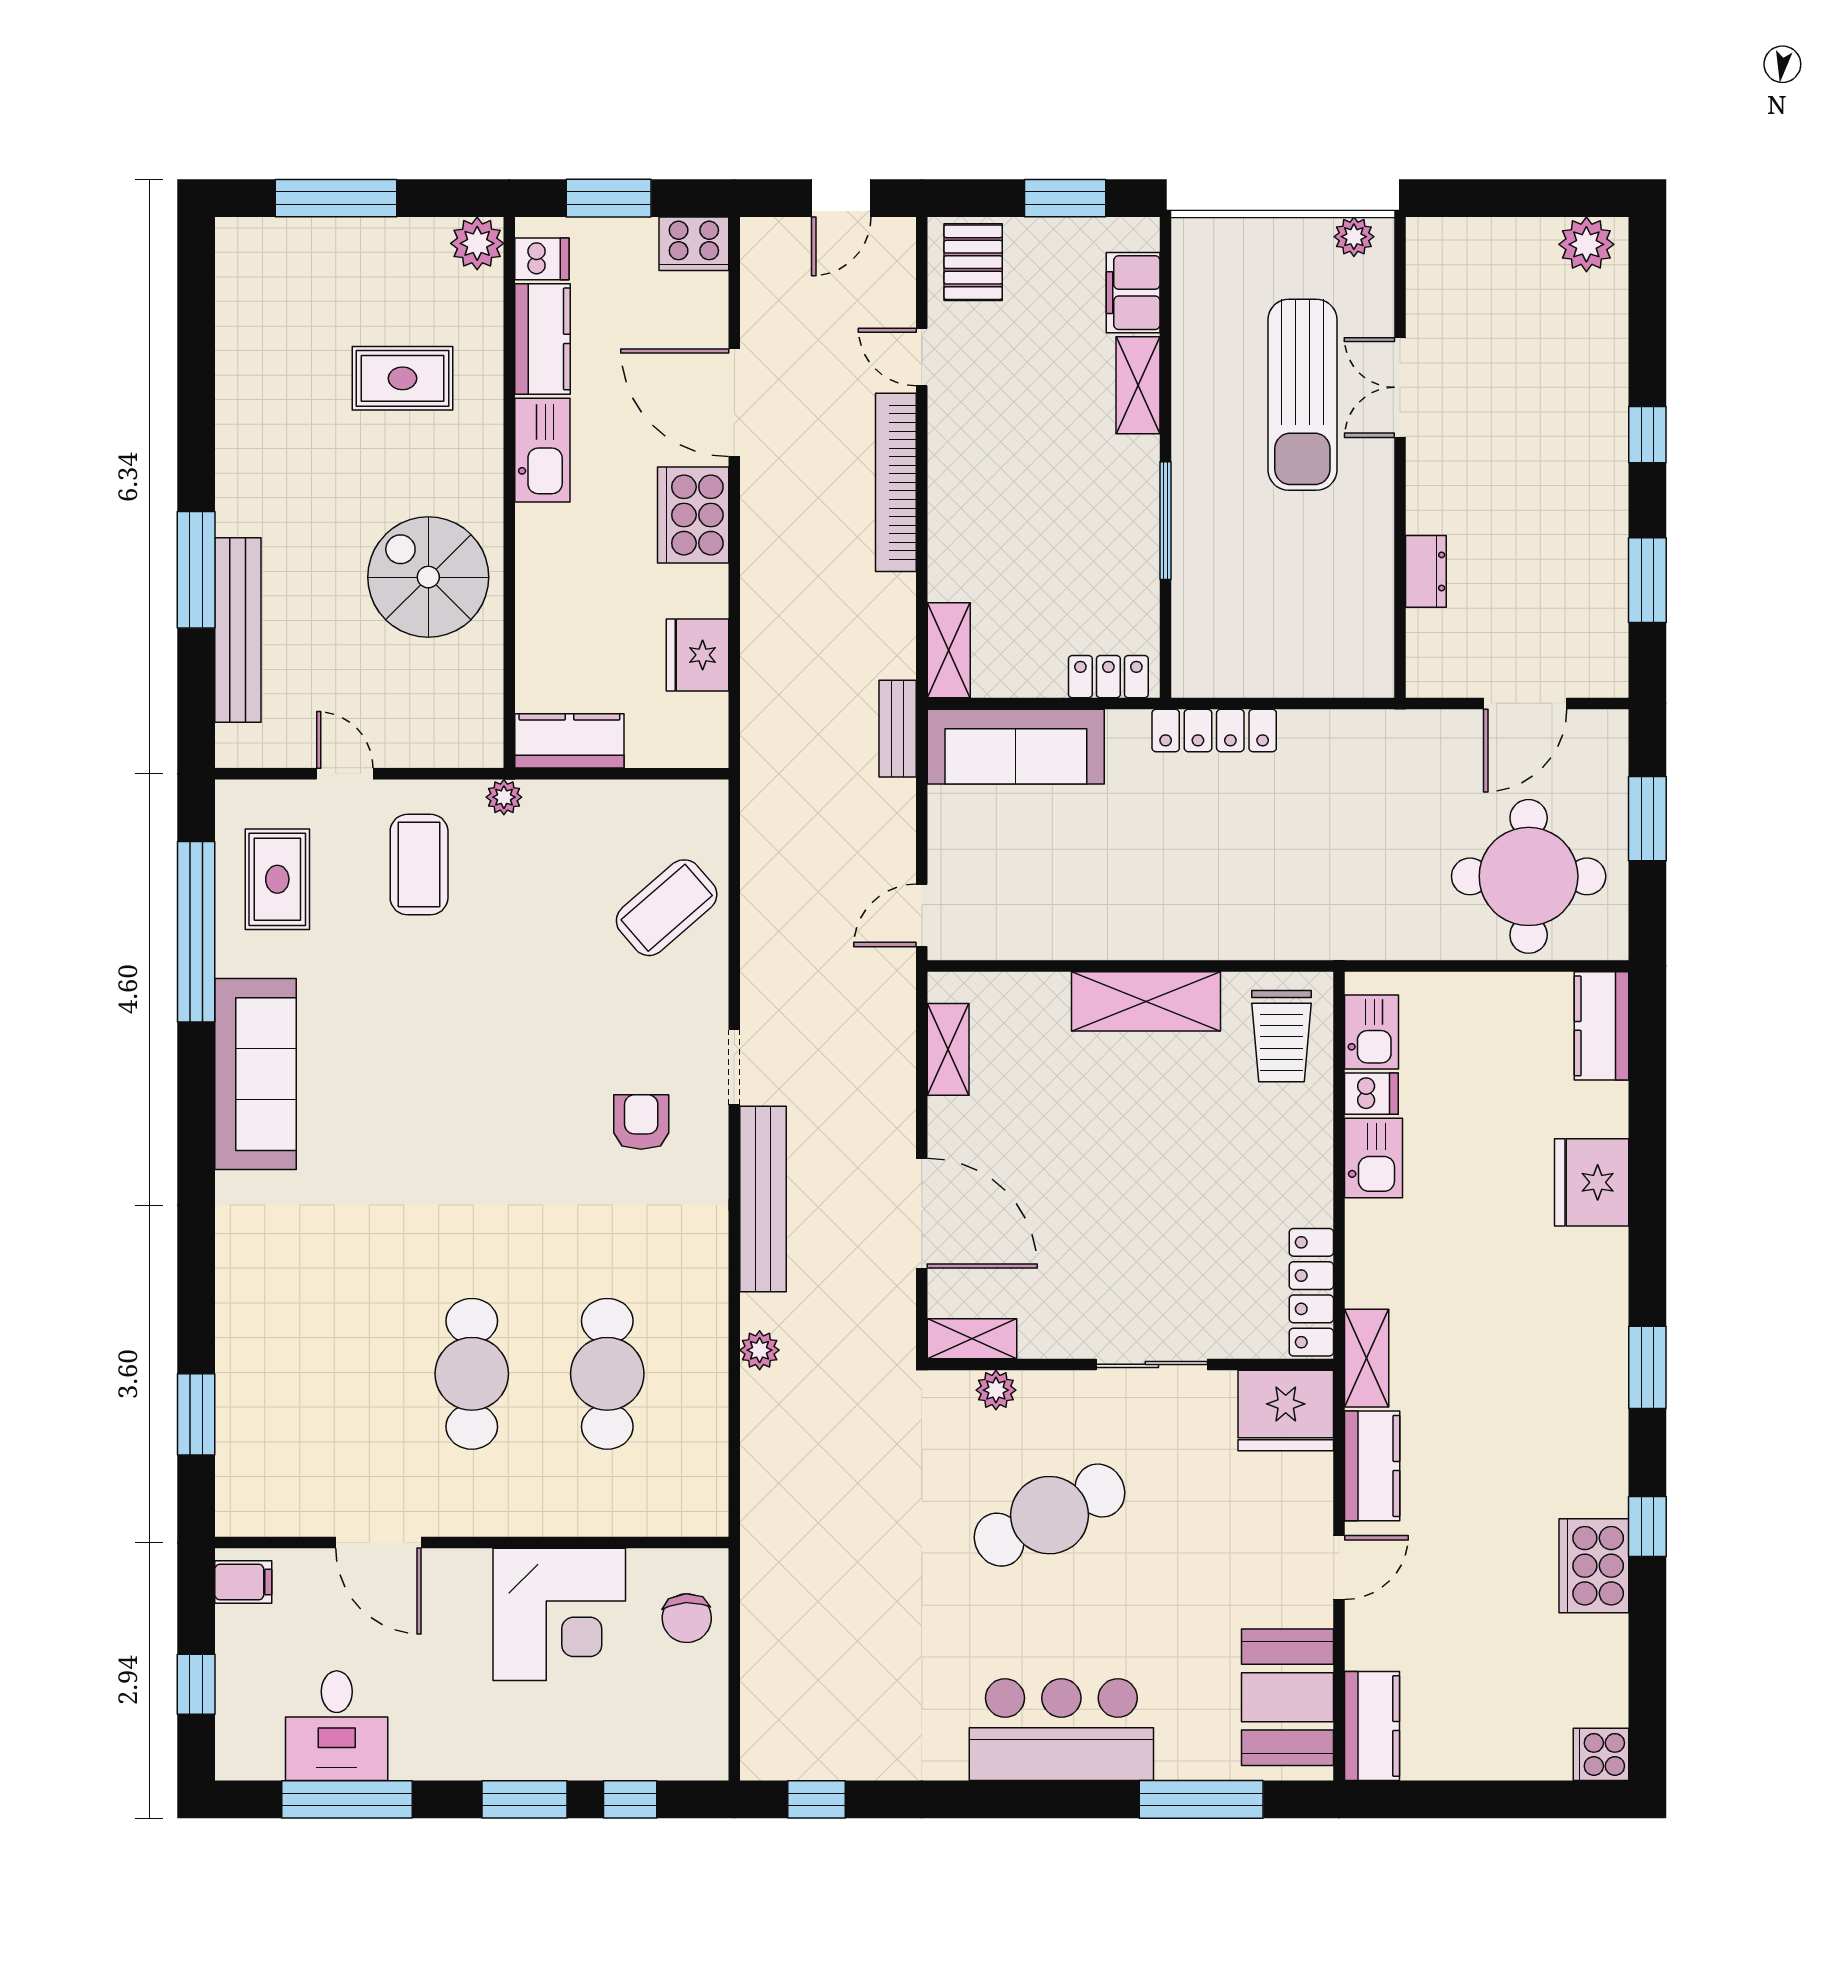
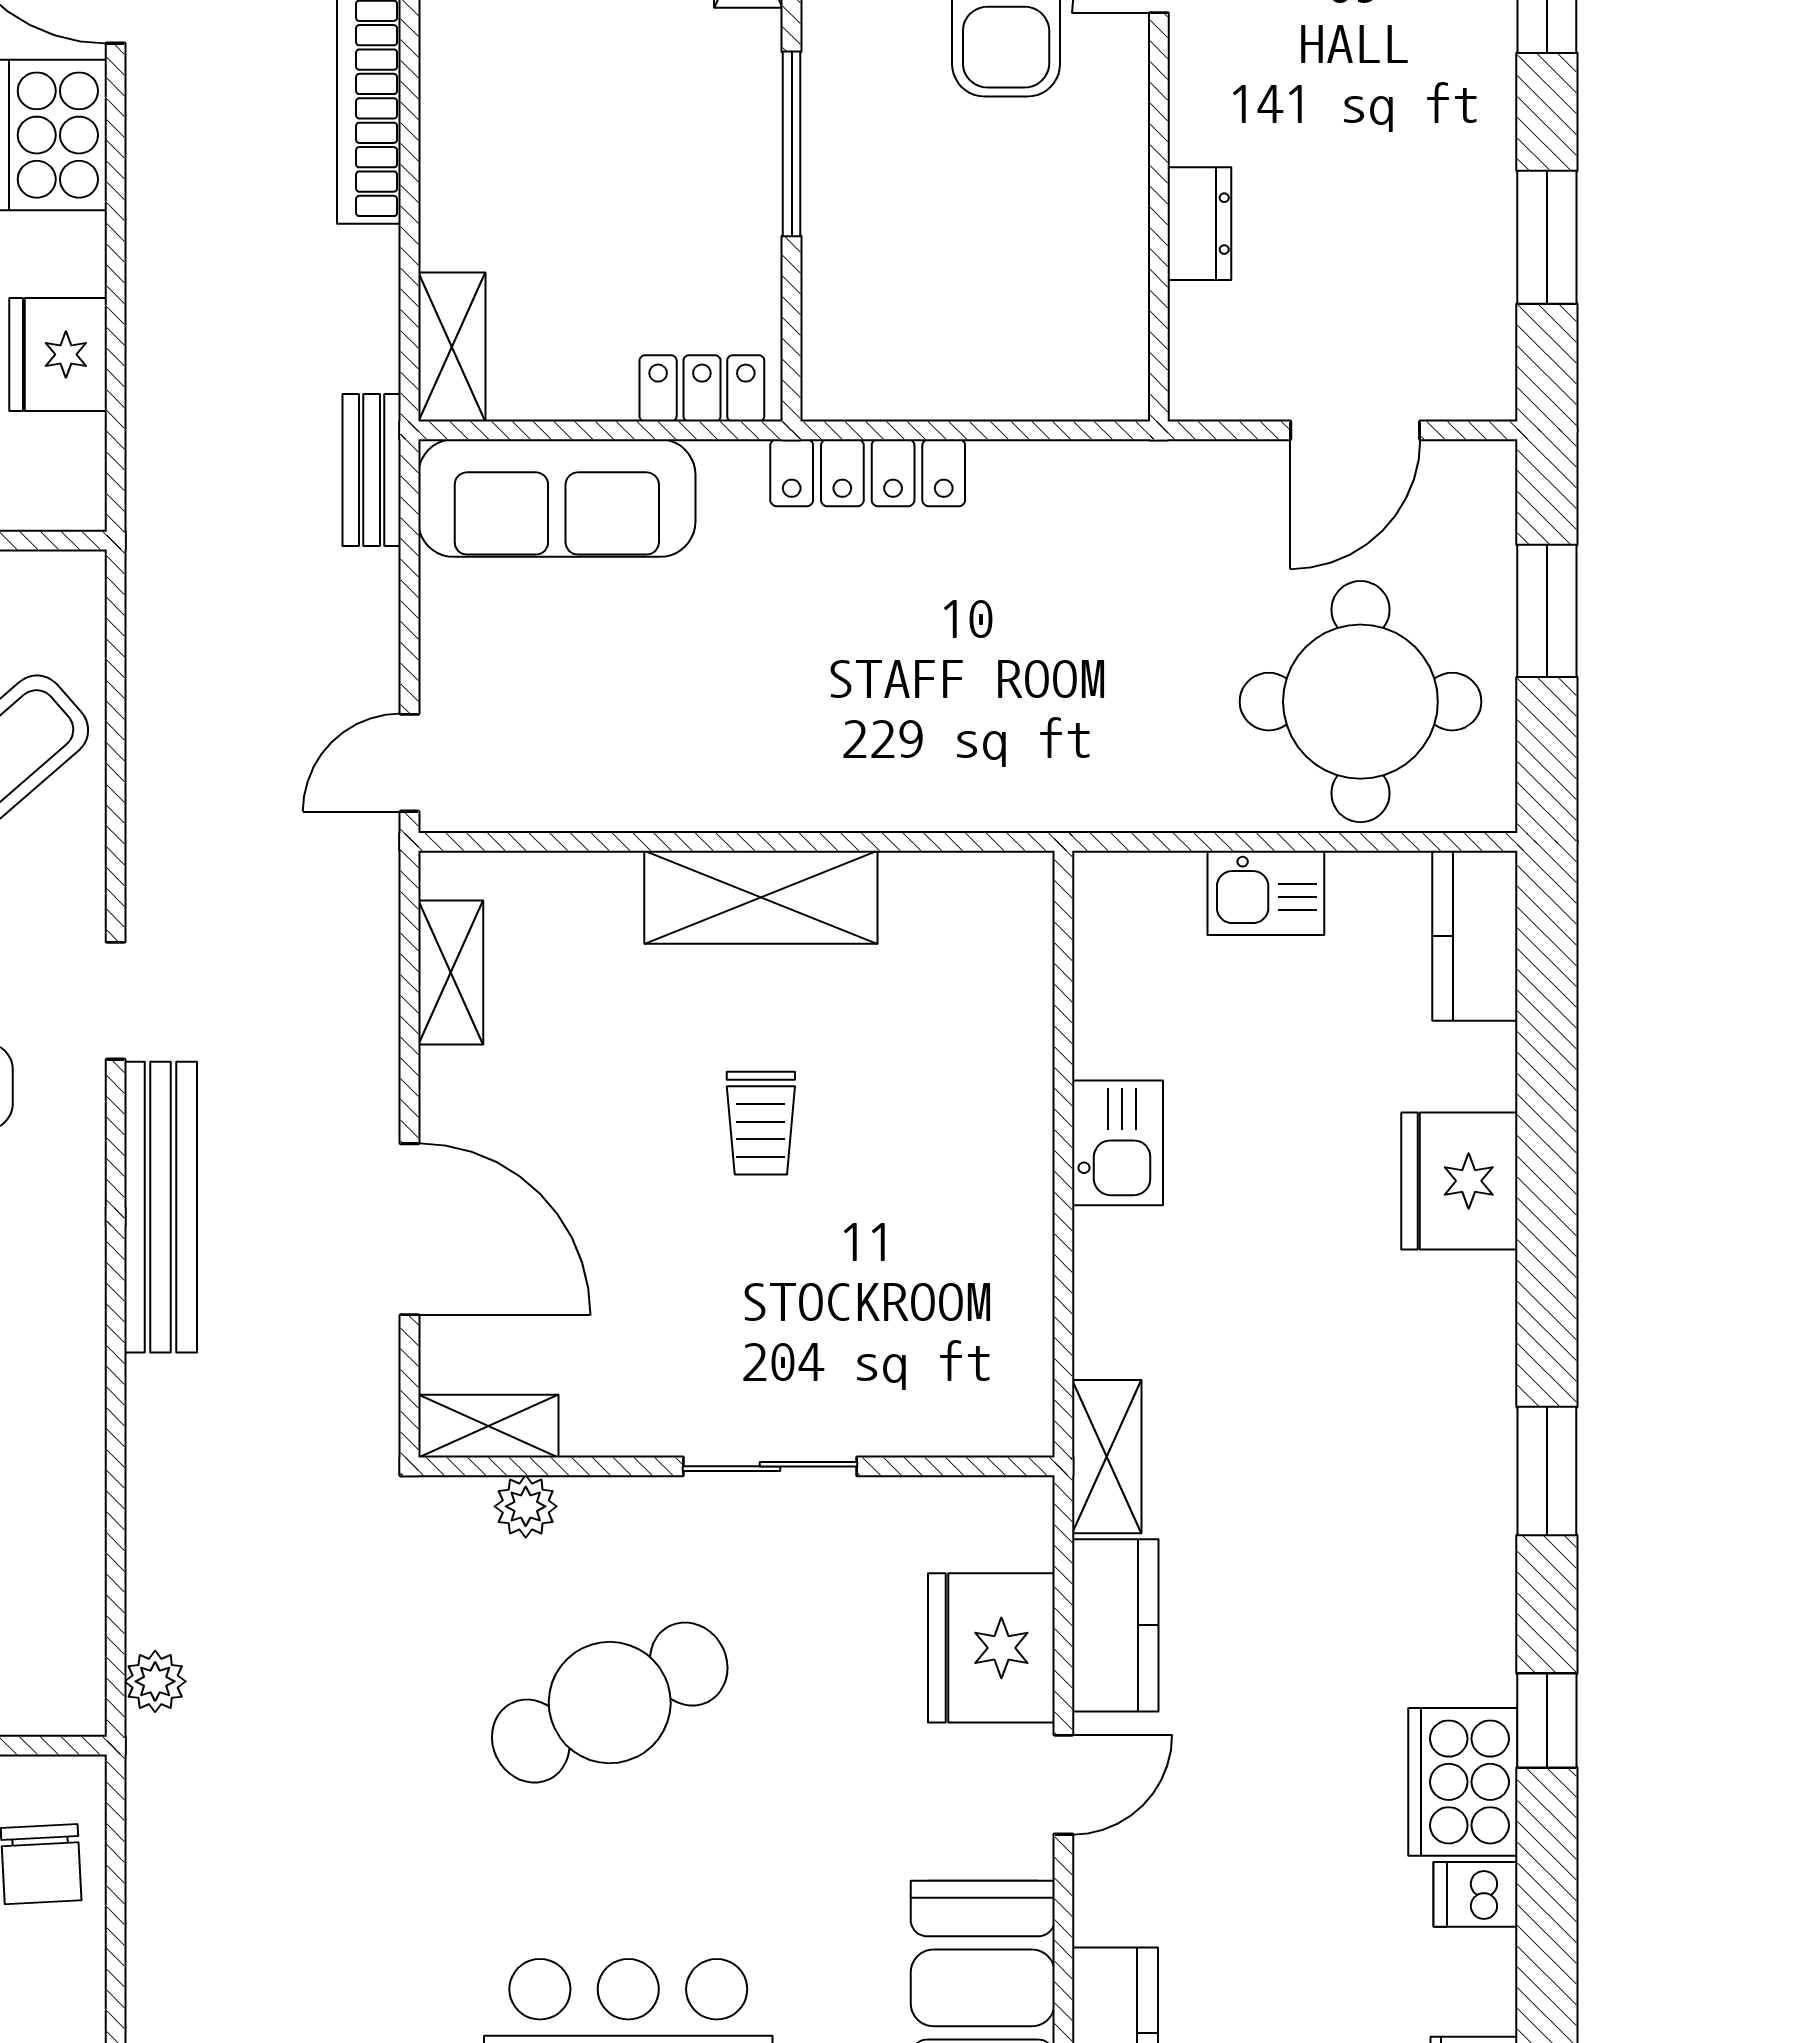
kitchen sink: (1372, 1032) -> (1266, 893), moved, turned 90
trolley: (1282, 1036) -> (761, 1123), moved, width x0.73, depth x0.72
dishwasher: (1371, 1094) -> (1476, 1894), moved, turned 180
locker: (1311, 1292) -> (1020, 1353), removed
plant: (760, 1350) -> (155, 1681), moved
fridge: (1286, 1410) -> (991, 1648), moved, turned 90

